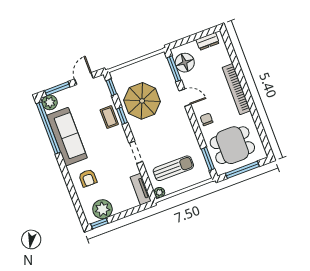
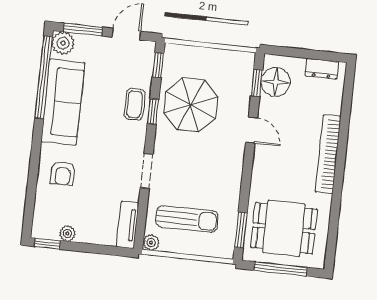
window: (174, 69) -> (257, 83), width x0.67
chair: (207, 119) -> (266, 175), removed
plant: (102, 209) -> (68, 234), width x0.53, depth x0.53

